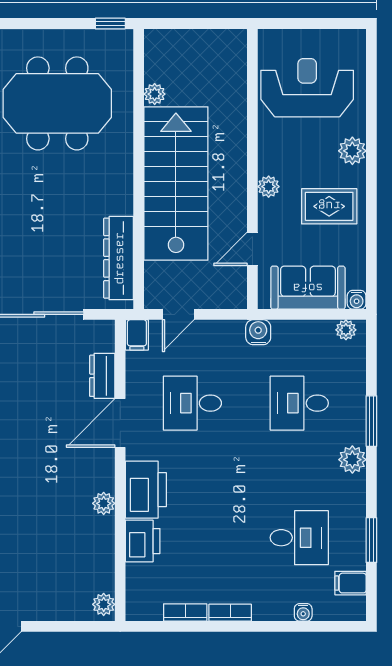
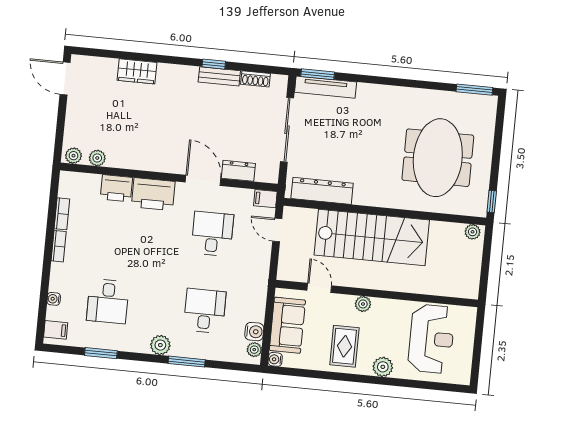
plant: (155, 94) -> (473, 232), moved
water cooler: (258, 332) -> (254, 332), moved
plant: (104, 503) -> (97, 158), moved
filing cabinet: (350, 583) -> (56, 330), moved, turned 90

